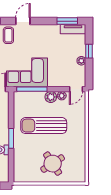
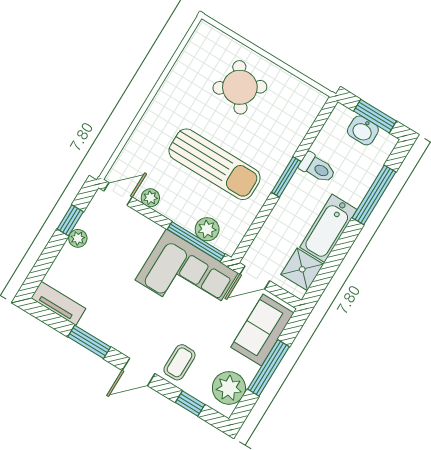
window: (67, 21) -> (89, 342), moved
window: (89, 51) -> (70, 220), moved
plant: (51, 97) -> (207, 229), moved

